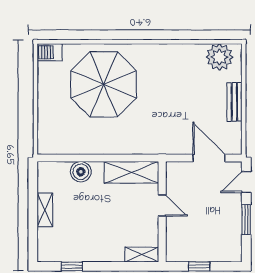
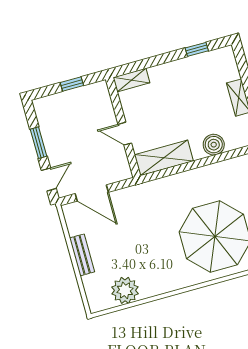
plant: (219, 57) -> (125, 290), moved

